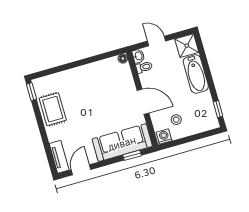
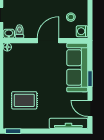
rug: (53, 109) -> (24, 100), moved
window: (132, 155) -> (90, 79), moved
tv unit: (59, 157) -> (68, 123), width x1.41

